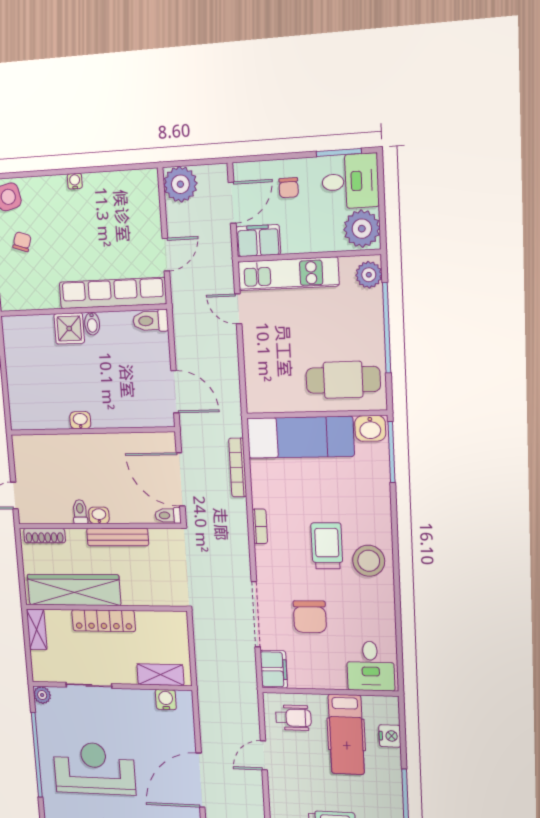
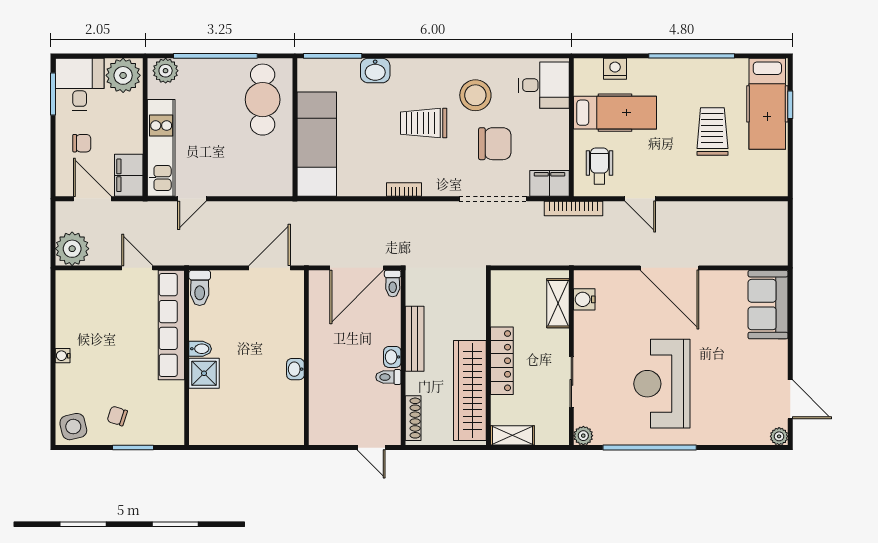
washbasin: (370, 428) -> (375, 71), moved, turned 90
bookcase: (238, 468) -> (573, 208), moved
stool: (369, 561) -> (475, 95), moved

